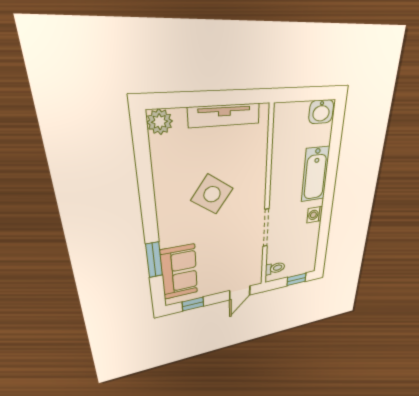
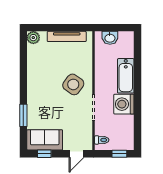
washbasin: (321, 112) -> (110, 38), moved
side table: (212, 194) -> (73, 84), moved
washing machine: (315, 215) -> (124, 104), width x1.89, depth x1.89
sofa: (179, 272) -> (45, 140), moved, turned -90

